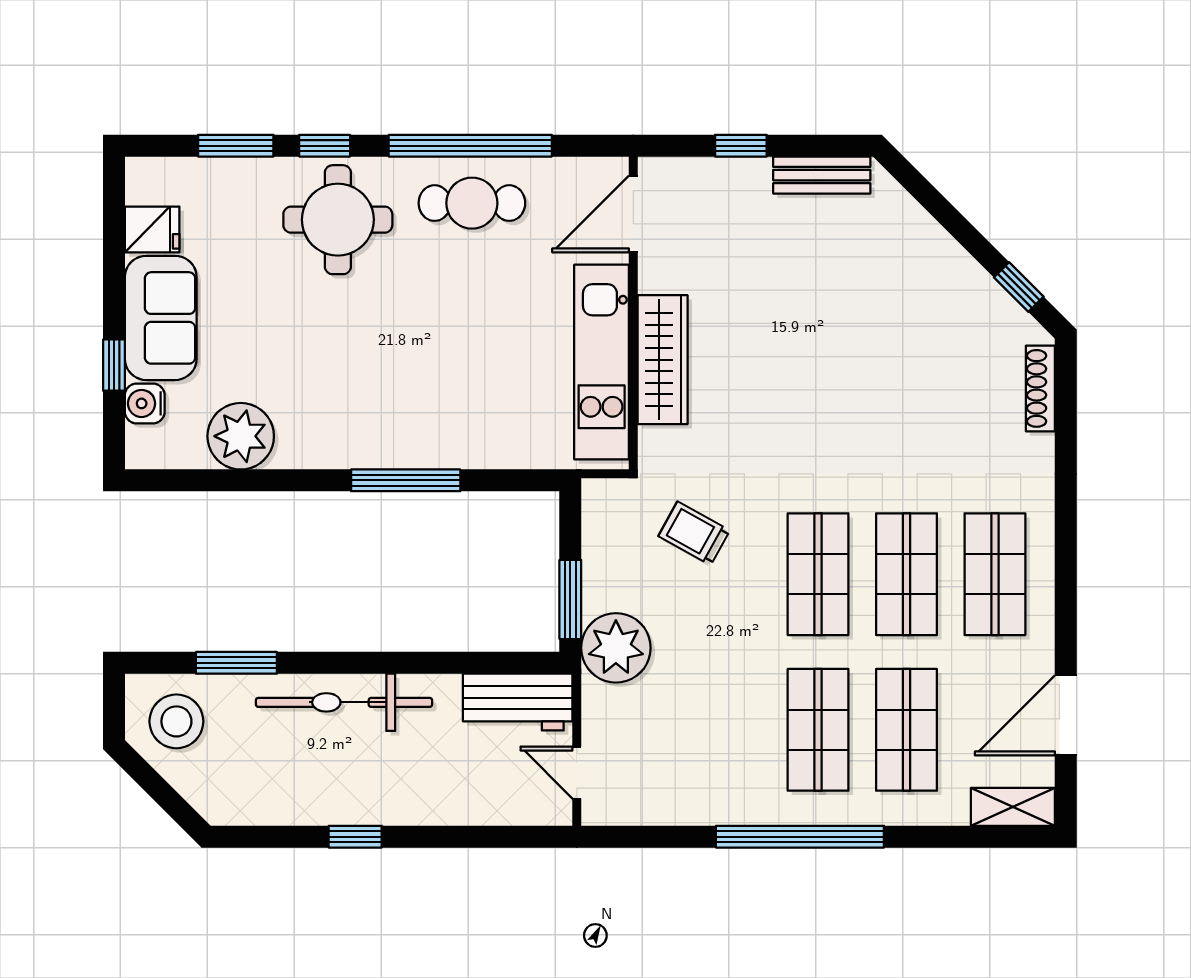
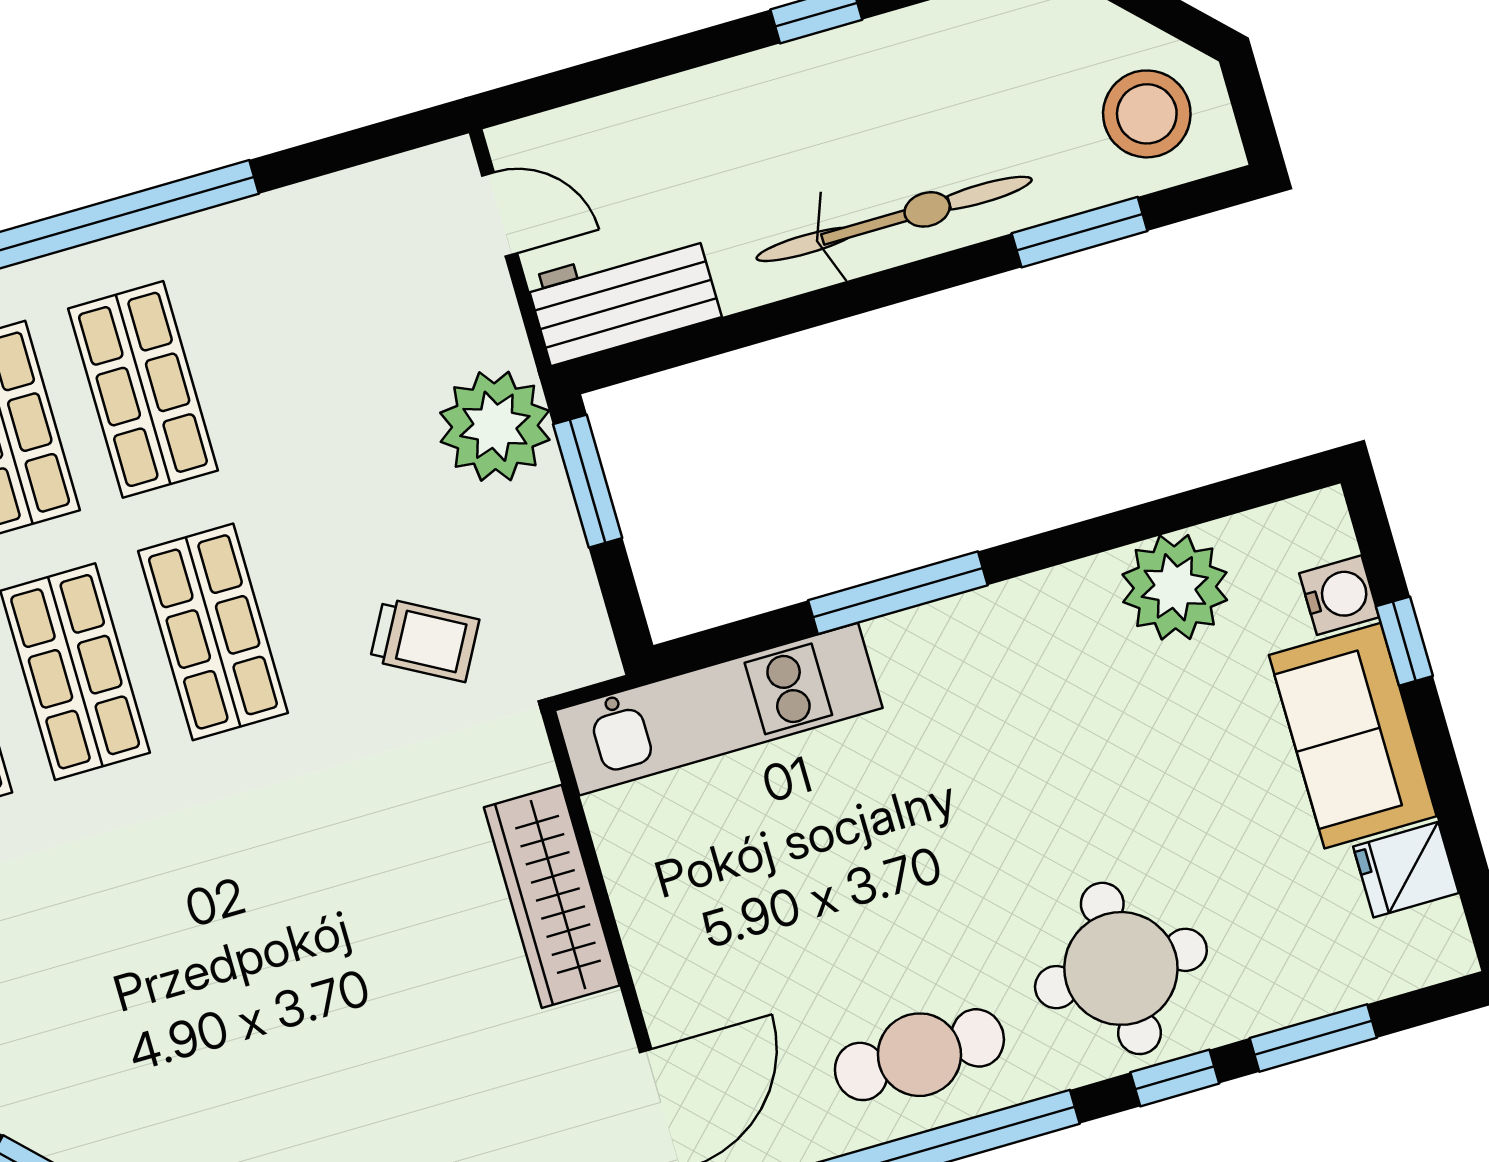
kitchen unit: (602, 362) -> (719, 709), moved, turned 90

